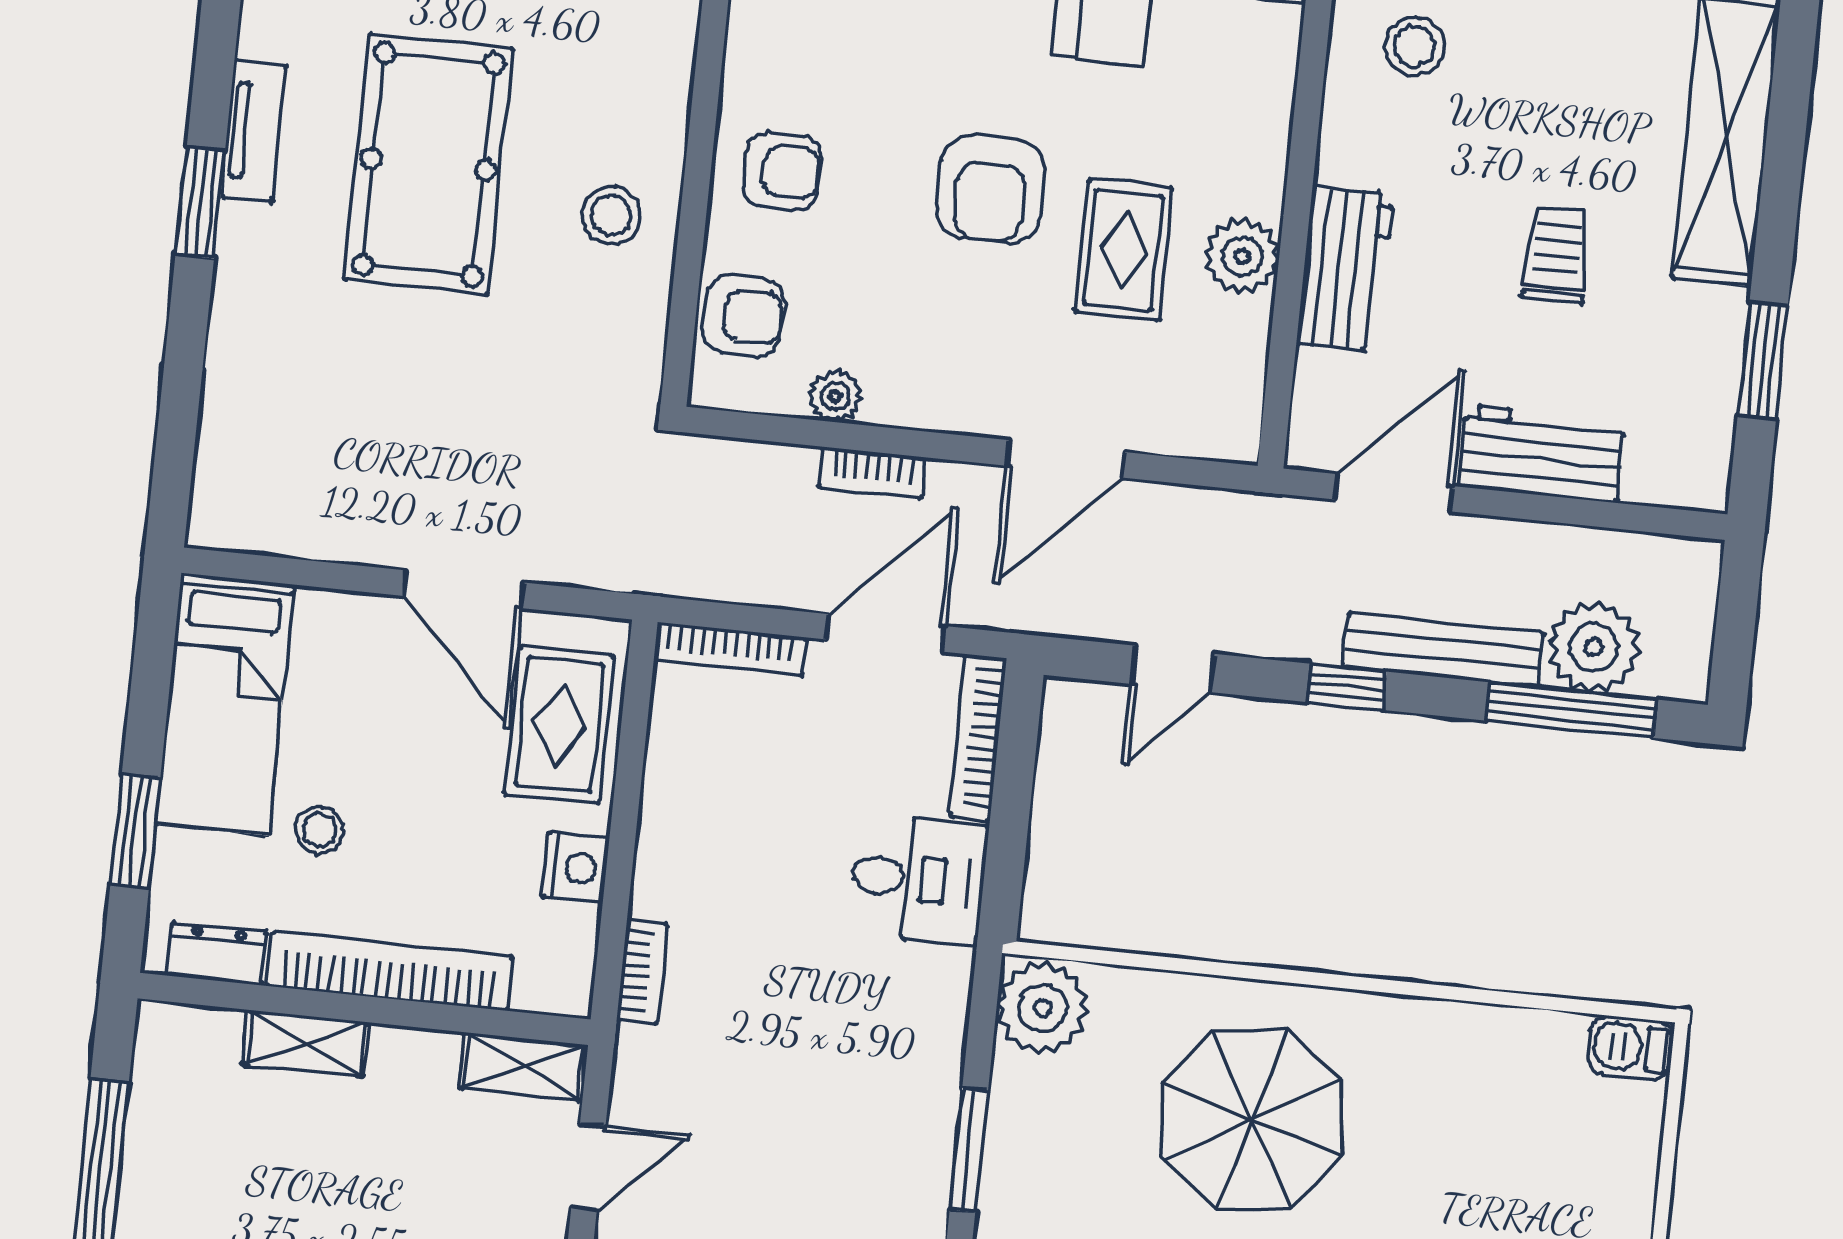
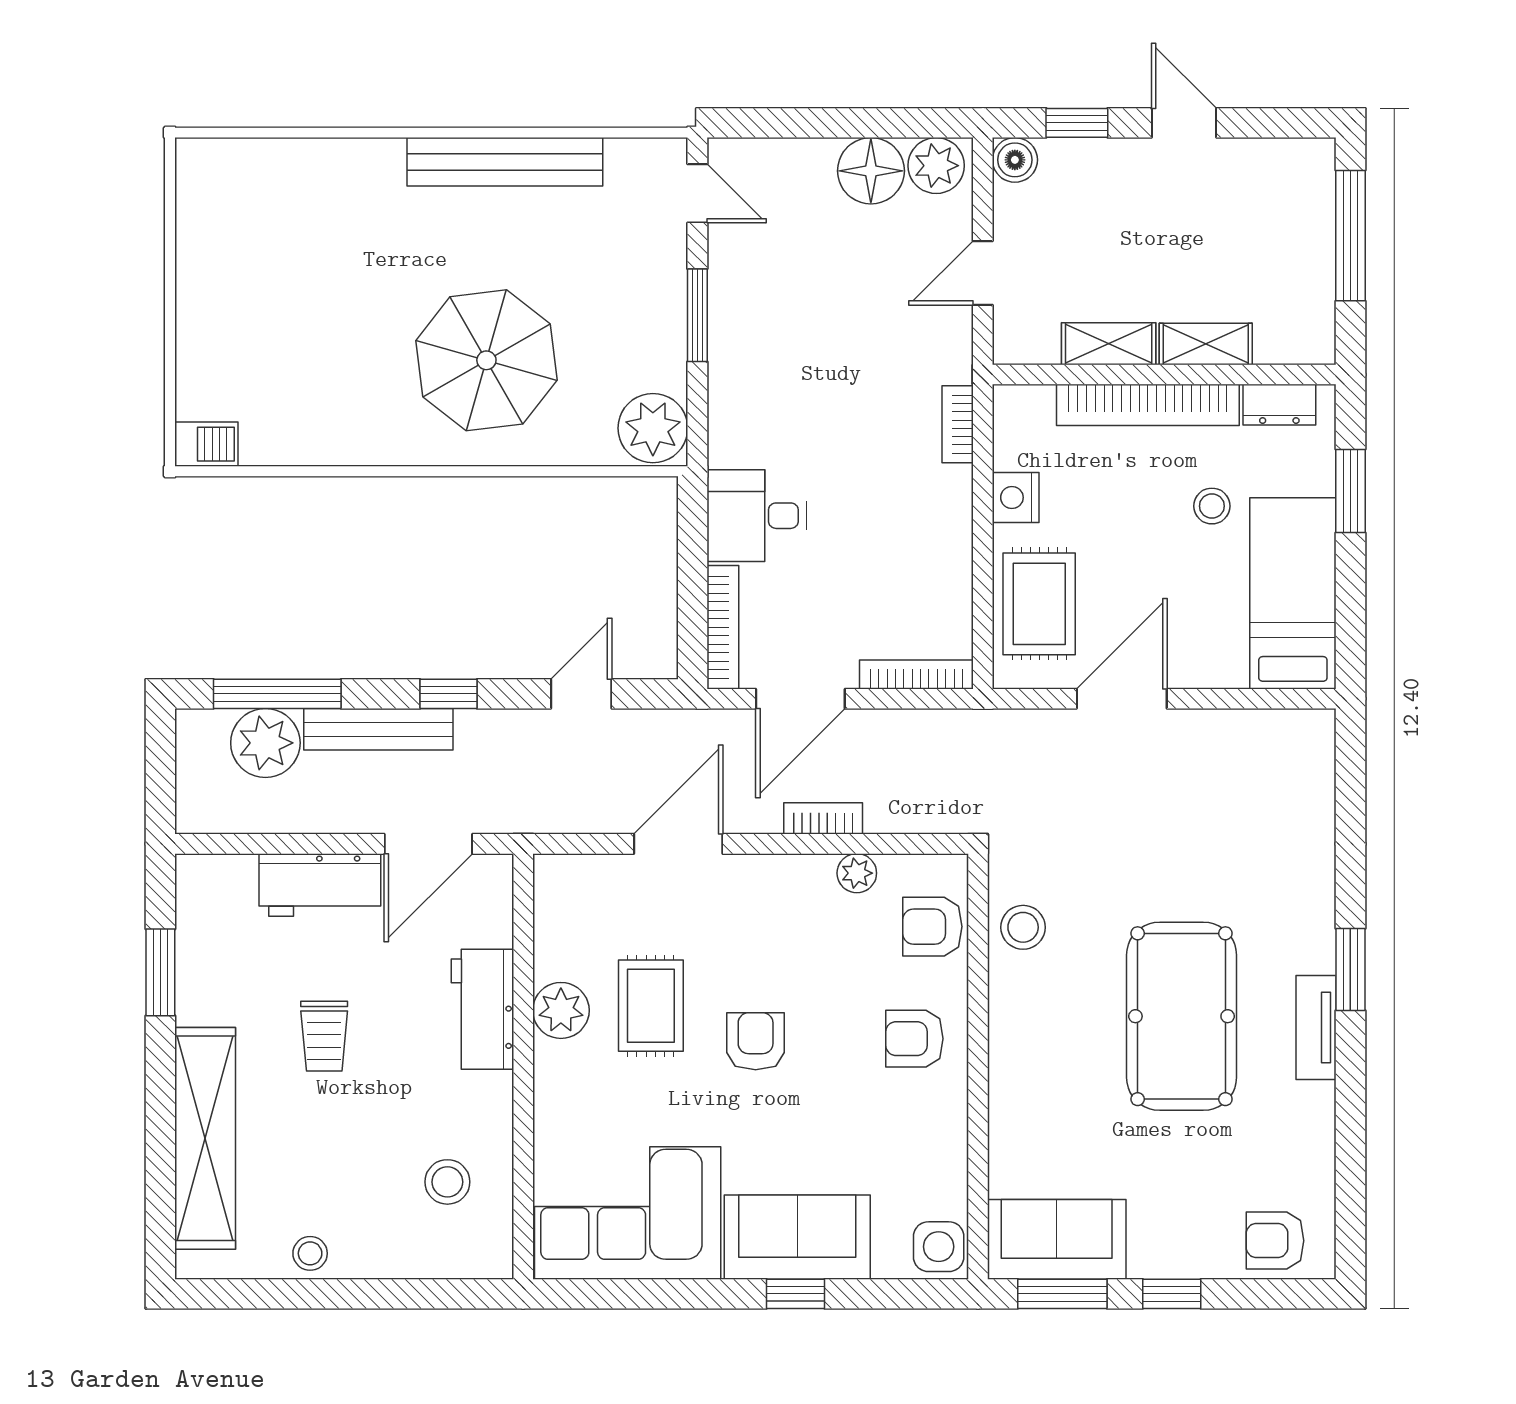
armchair: (991, 189) -> (756, 1041), width x0.72, depth x0.72
stool: (611, 215) -> (1023, 927), moved
door: (464, 589) -> (1122, 699), hinge flipped
shelving: (524, 1066) -> (1109, 344), moved

